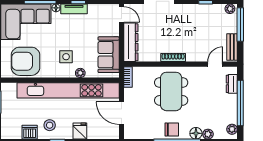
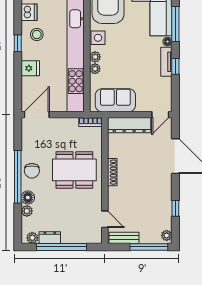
side table: (66, 57) -> (98, 38), moved
plant: (70, 73) -> (95, 57), added
dresser: (232, 84) -> (50, 238), moved
door: (121, 113) -> (37, 115), moved

